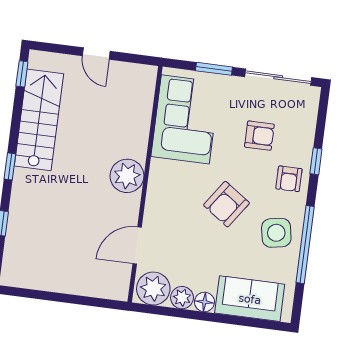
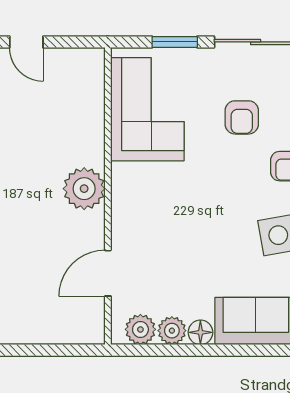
armchair: (259, 136) -> (242, 117), turned 90
armchair: (226, 204) -> (212, 208), removed
plant: (153, 289) -> (140, 329), width x0.73, depth x0.73

